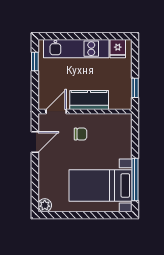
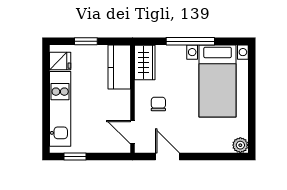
window: (135, 88) -> (86, 41), moved
kitchen counter: (89, 100) -> (119, 67), moved
wardrobe: (117, 122) -> (145, 62), added
window: (135, 180) -> (190, 41), moved

